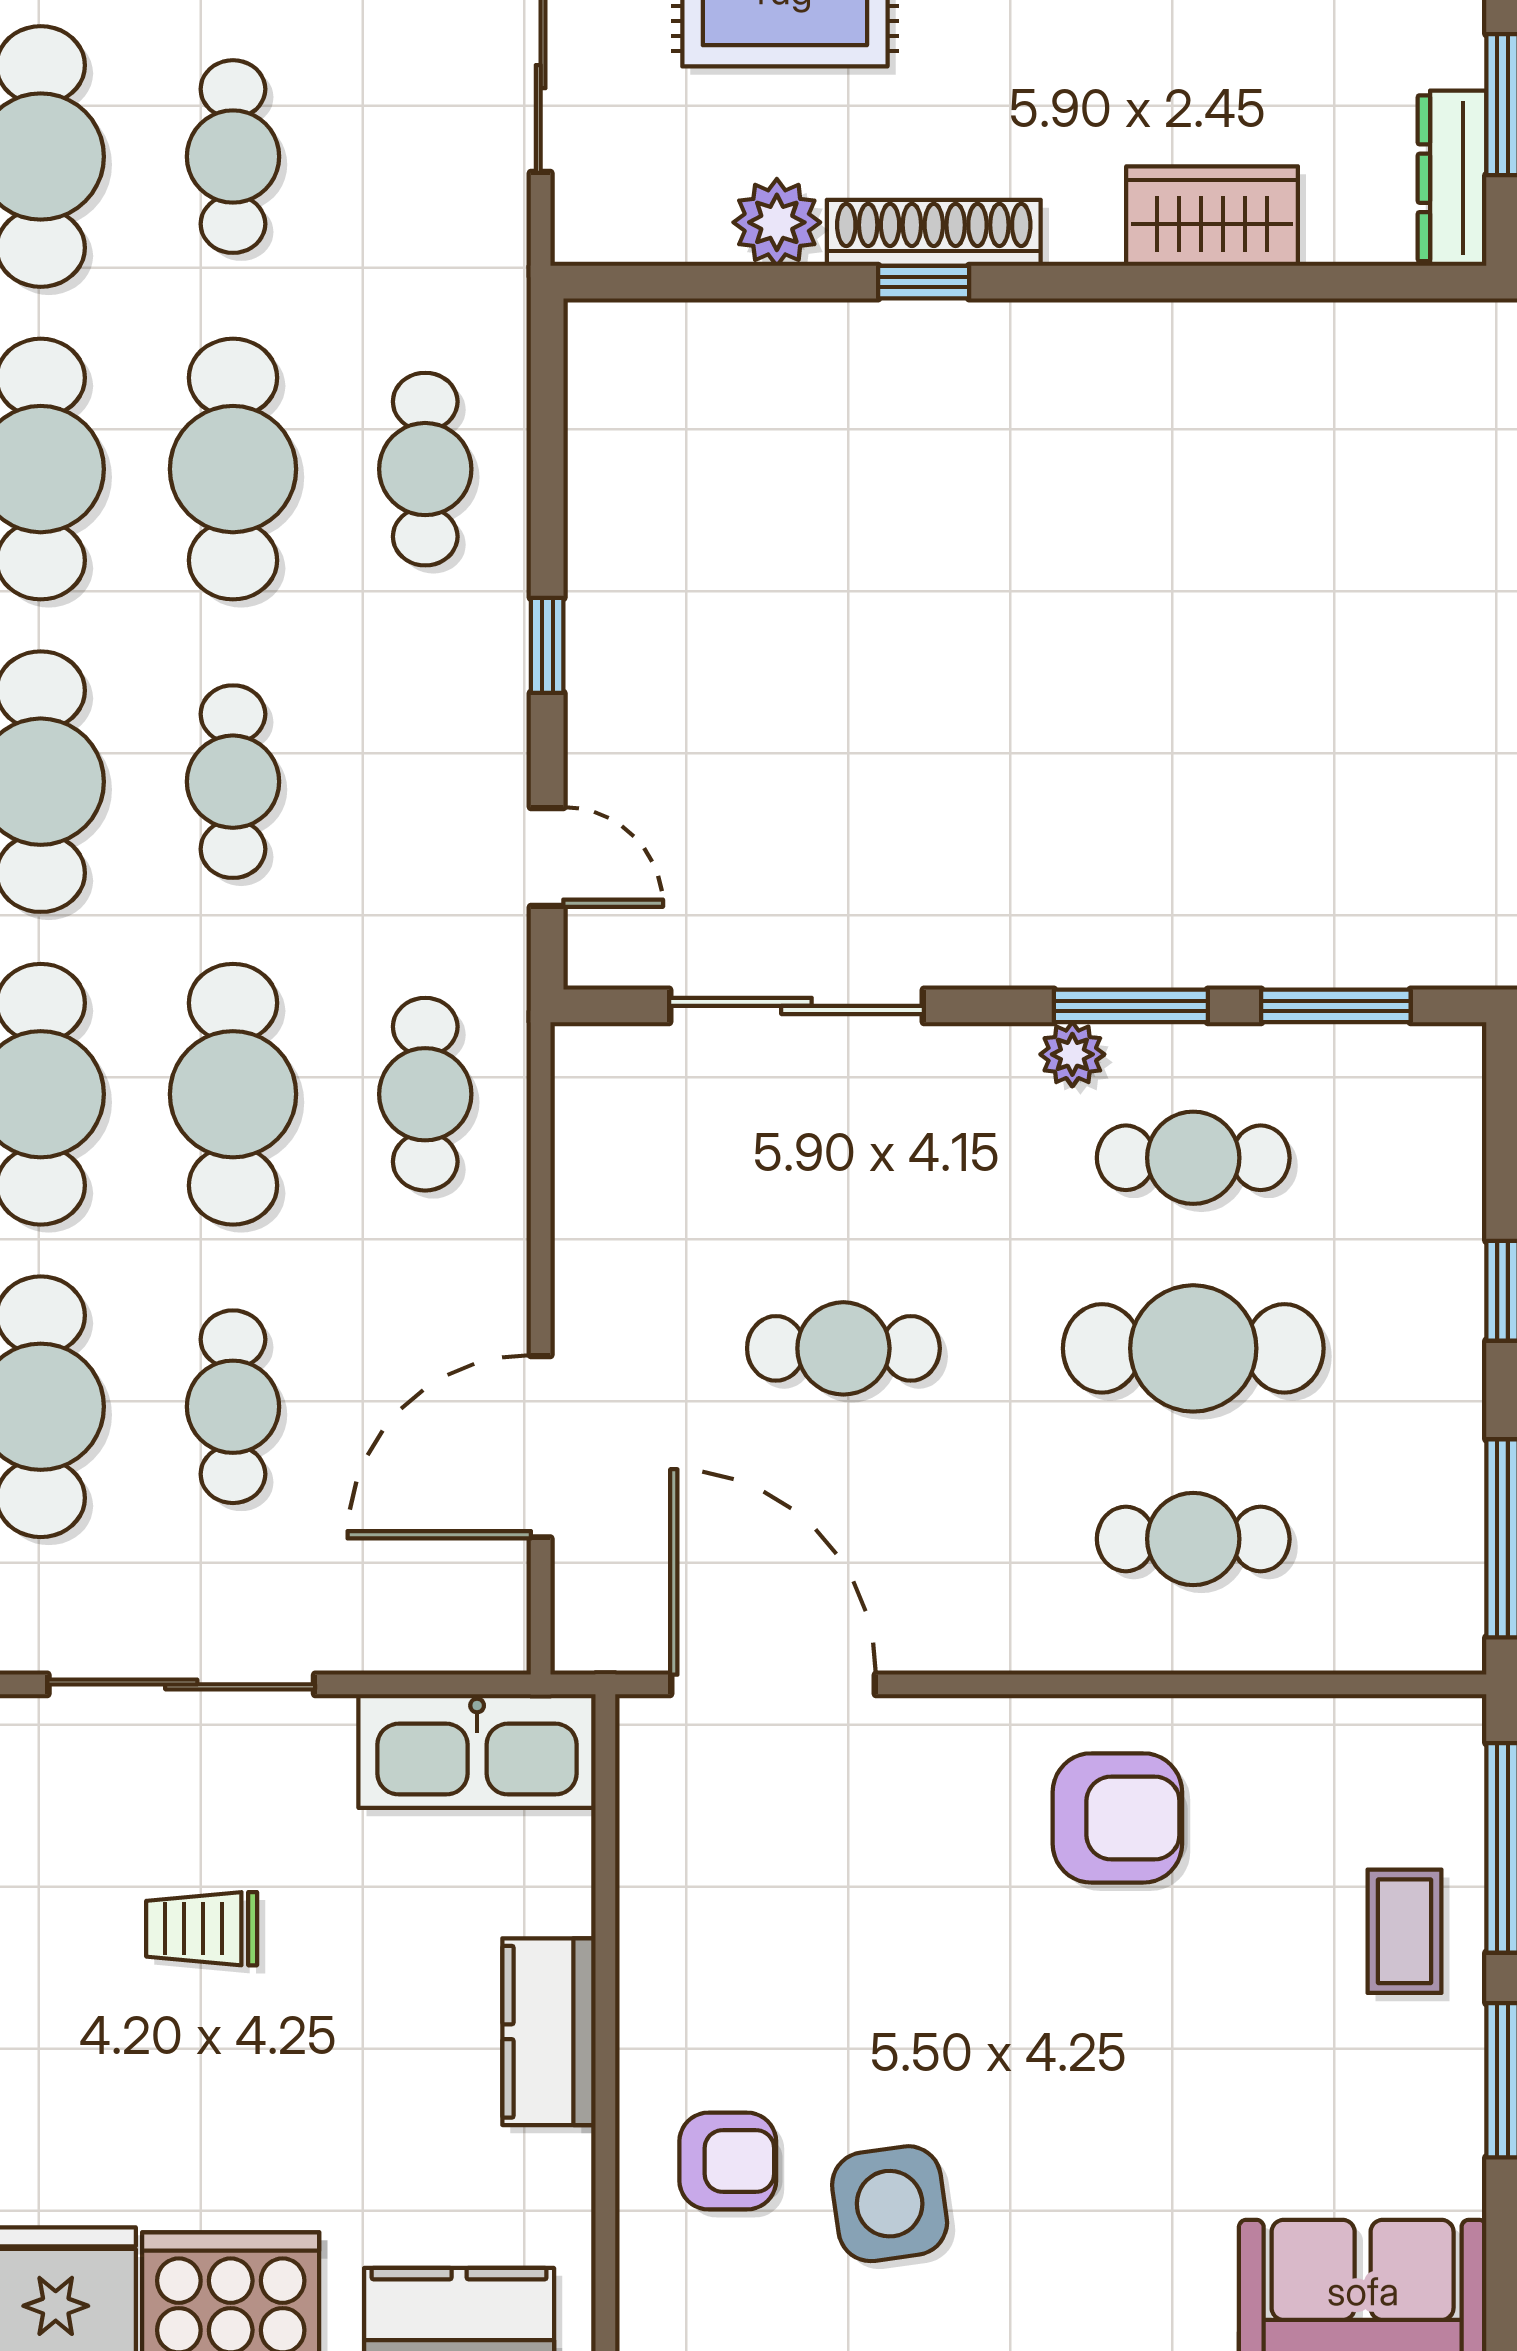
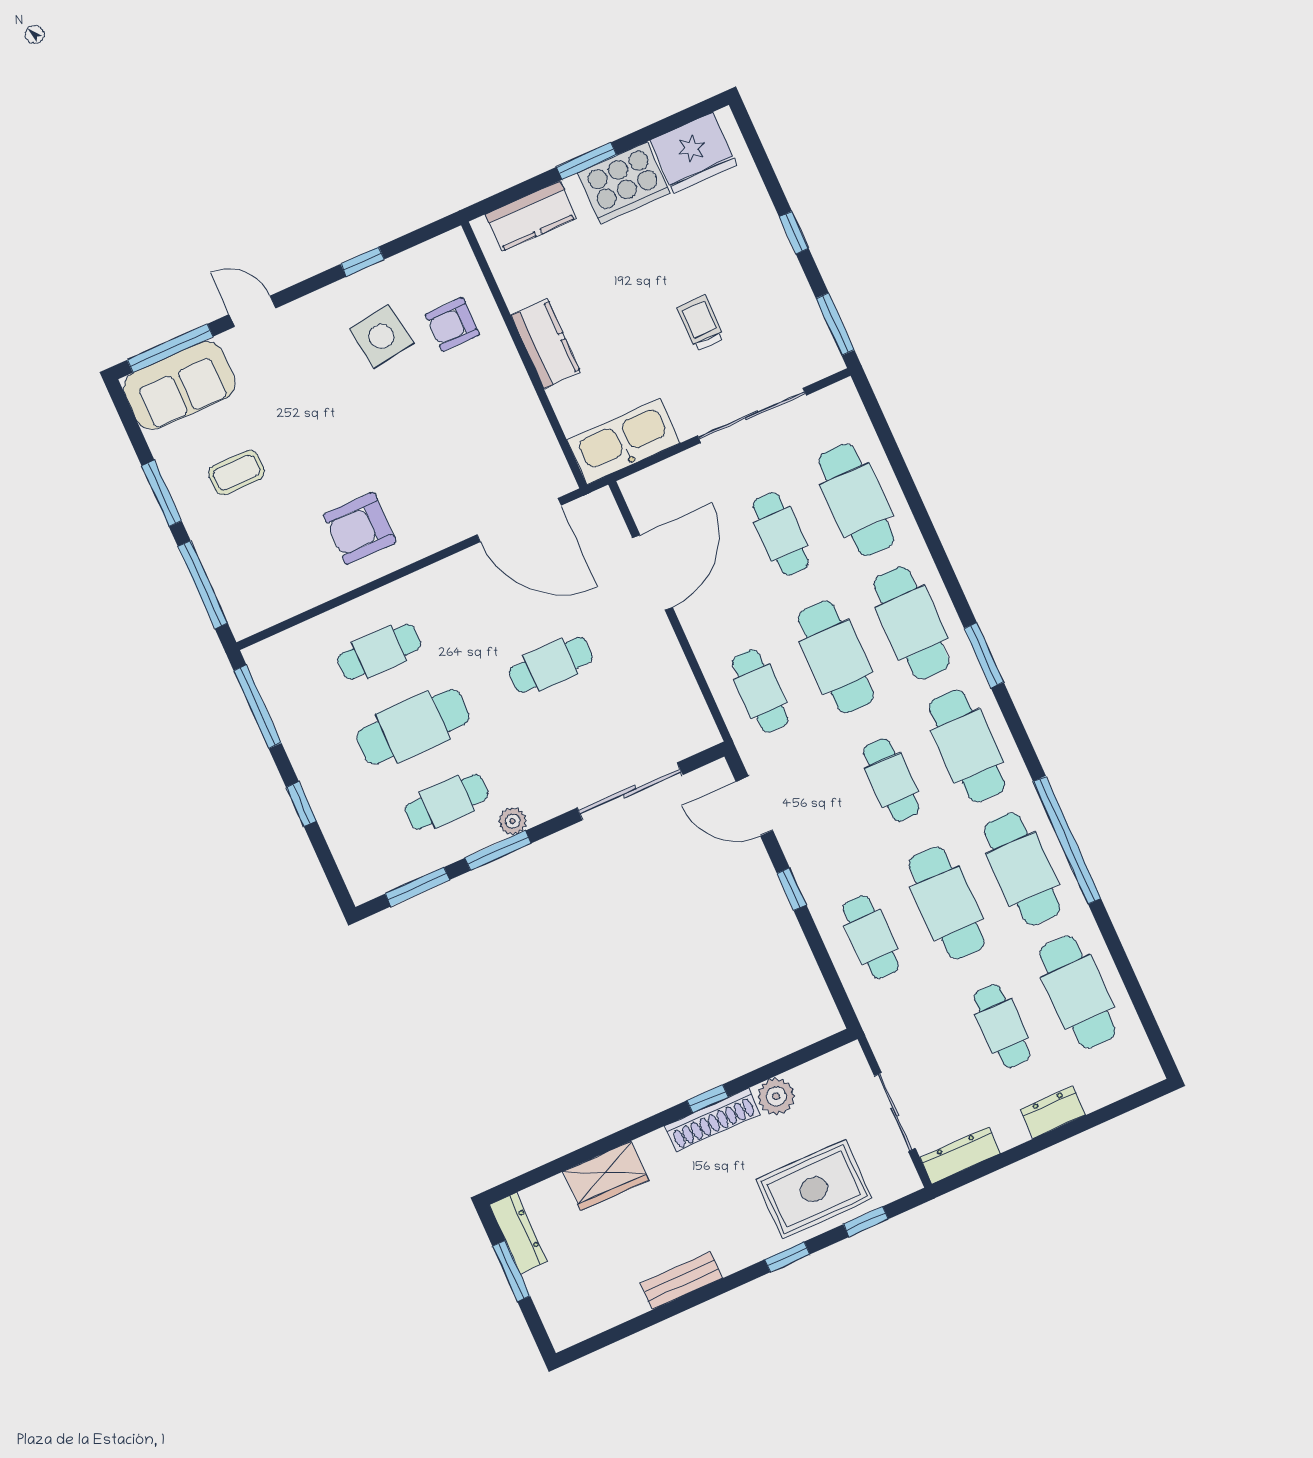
door: (547, 857) -> (754, 806), width x1.38
trolley: (202, 1929) -> (701, 323), turned -90
coffee table: (1405, 1931) -> (236, 473), moved, turned 90

